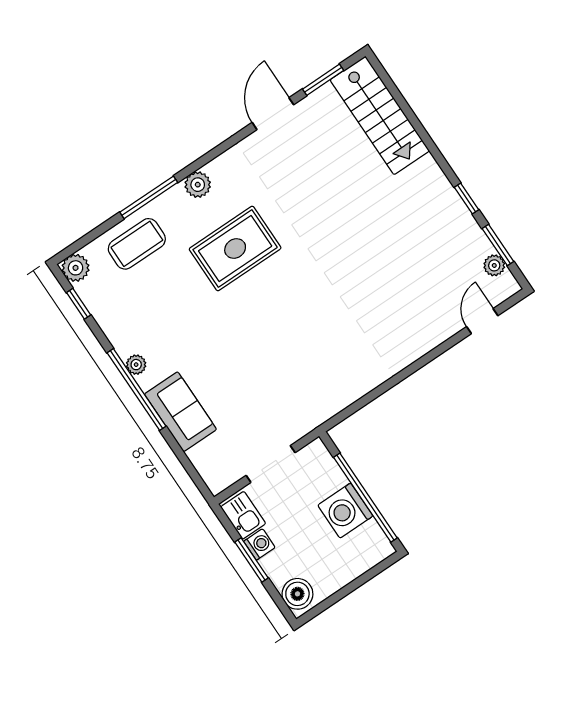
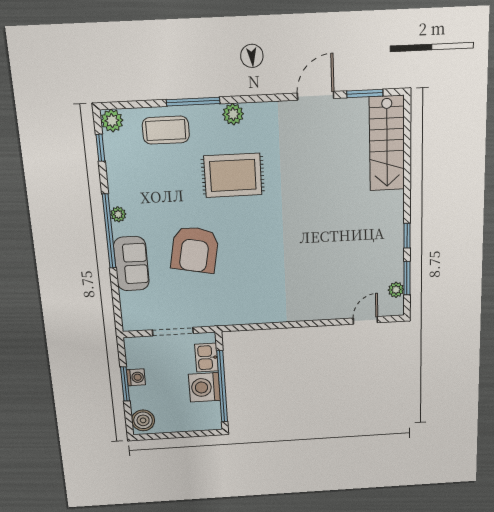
armchair: (241, 354) -> (195, 250), added
kitchen sink: (243, 515) -> (207, 358), moved, turned 180

